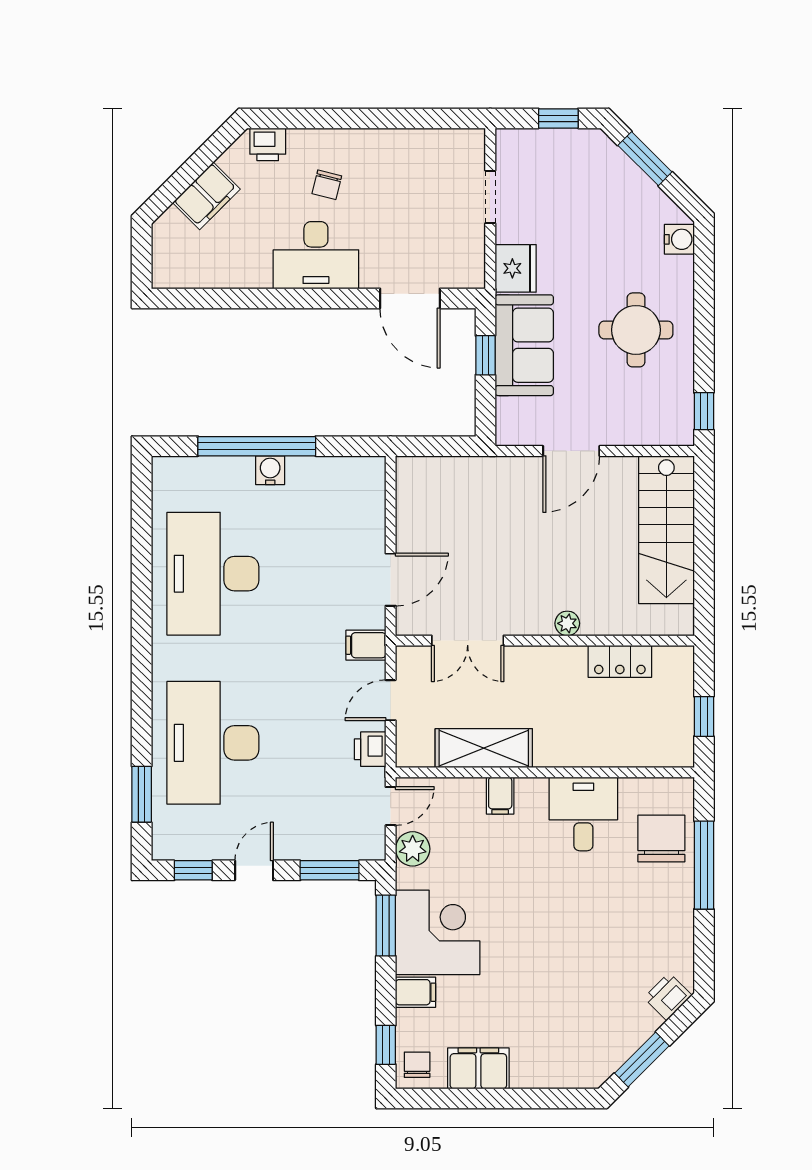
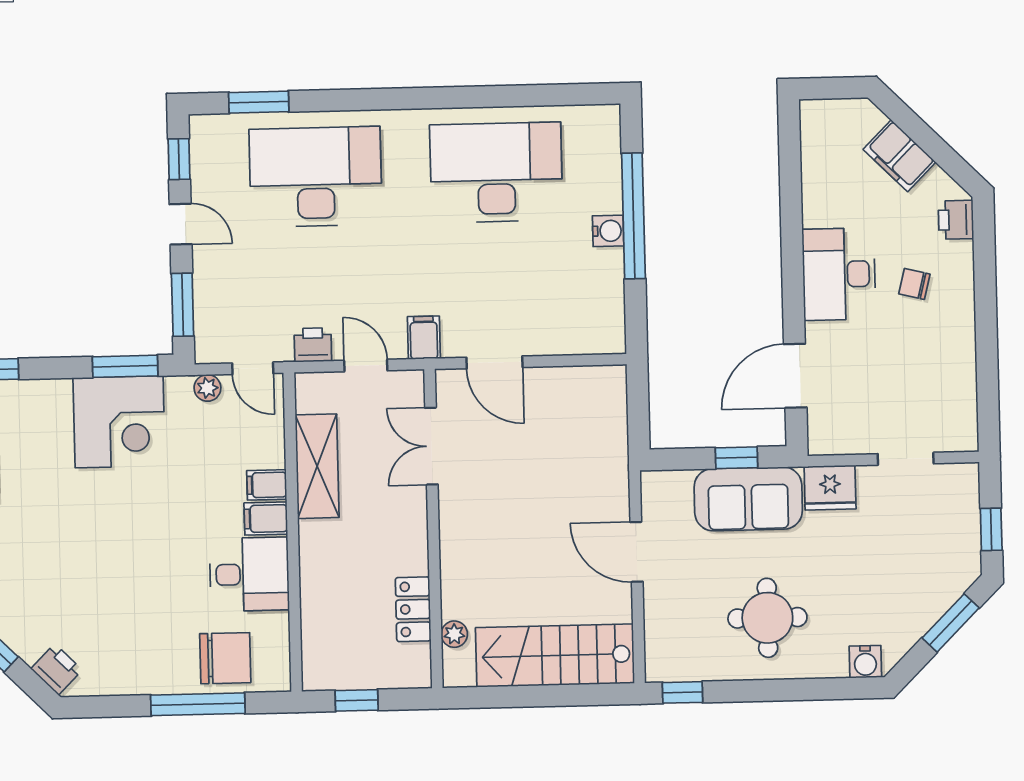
plant: (567, 623) -> (454, 634), moved
plant: (413, 849) -> (207, 388), width x0.73, depth x0.73
filing cabinet: (416, 992) -> (266, 519), moved, turned 90

